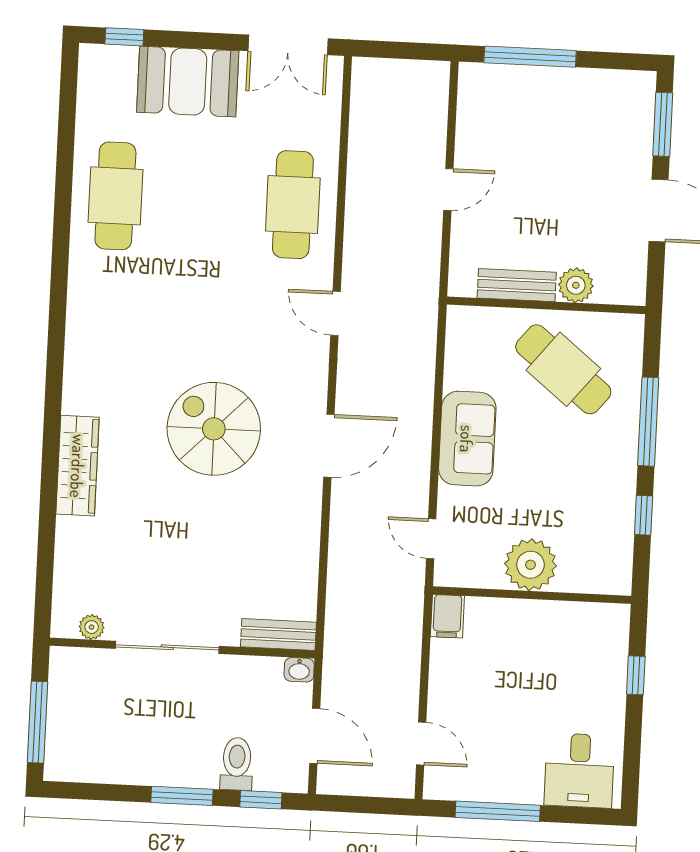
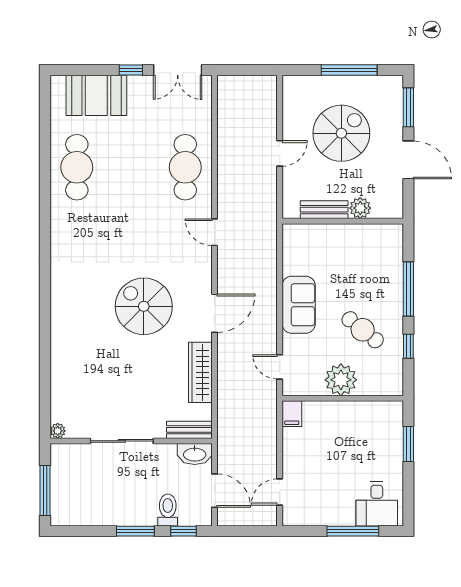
window: (124, 37) -> (131, 70), moved
window: (530, 57) -> (349, 70), moved
booth: (188, 82) -> (96, 95), moved
spiral stairs: (551, 161) -> (341, 133), added
cafe table: (563, 369) -> (363, 330), moved, width x0.73, depth x0.74
wardrobe: (78, 466) -> (200, 372), moved, turned 180
plant: (92, 627) -> (58, 431), moved
washbasin: (299, 670) -> (195, 454), width x1.91, depth x1.45
window: (636, 675) -> (408, 444), width x1.50
door: (421, 744) -> (280, 492), swing flipped
window: (498, 811) -> (353, 531), moved

